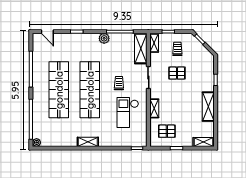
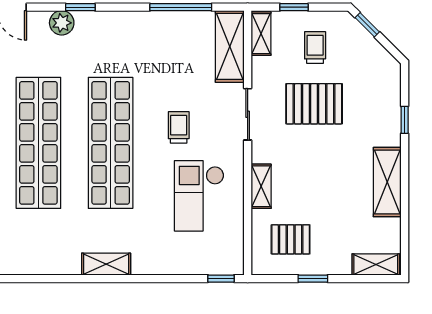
plant: (104, 38) -> (62, 23), moved
pallet: (177, 73) -> (314, 104), width x1.50, depth x1.42

